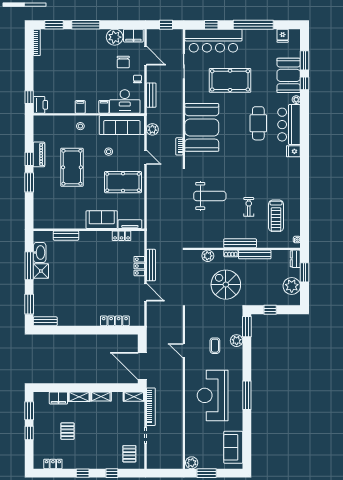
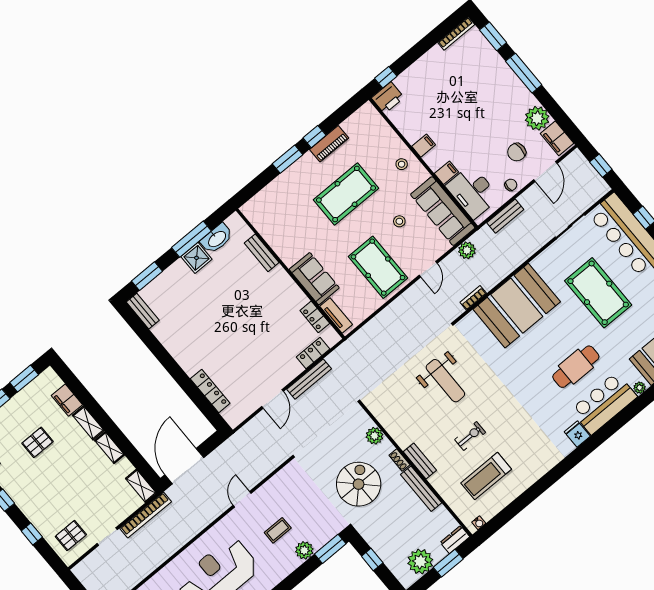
bench: (240, 243) -> (420, 461), width x0.73
locker: (139, 266) -> (313, 353), moved

